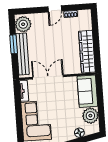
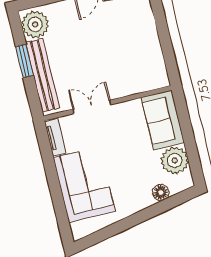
wardrobe: (87, 52) -> (151, 53), removed
double door: (48, 77) -> (92, 107), width x0.73

